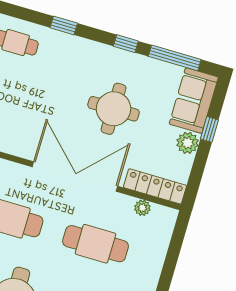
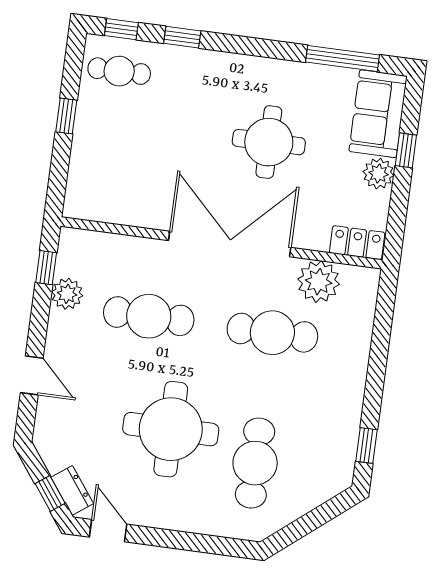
window: (126, 44) -> (121, 29), moved
locker: (155, 186) -> (357, 243), width x0.66
plant: (142, 208) -> (319, 282), width x1.88, depth x1.88

